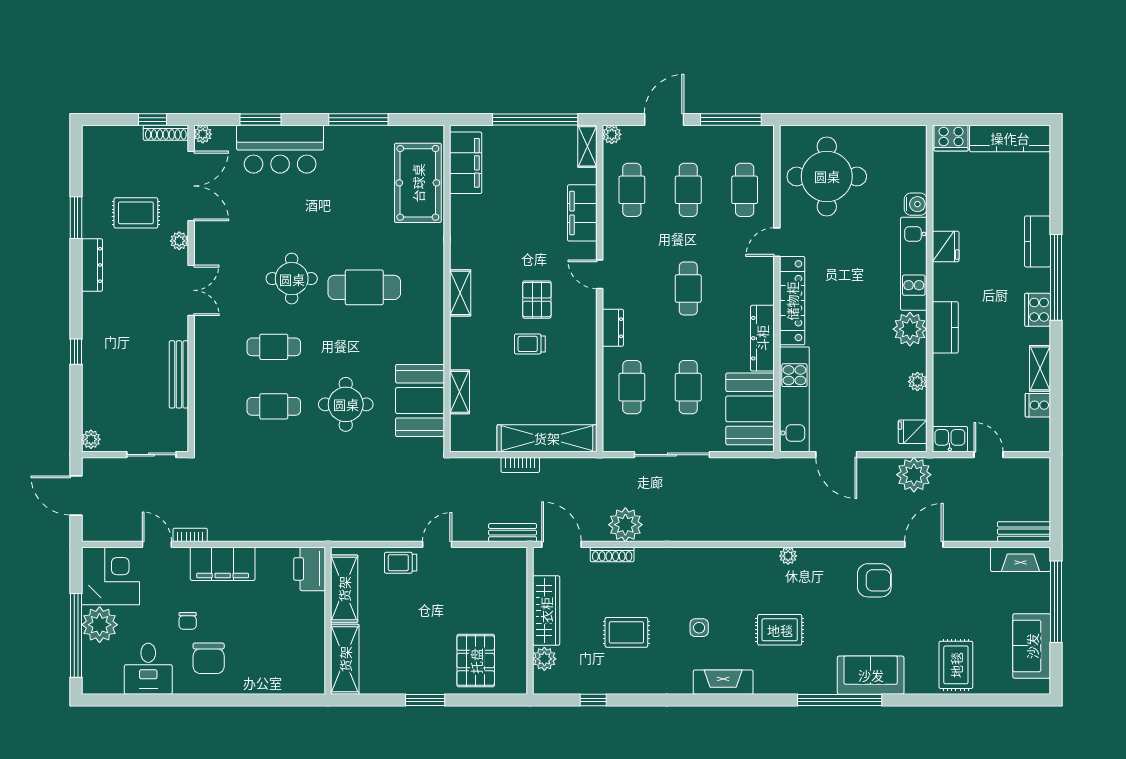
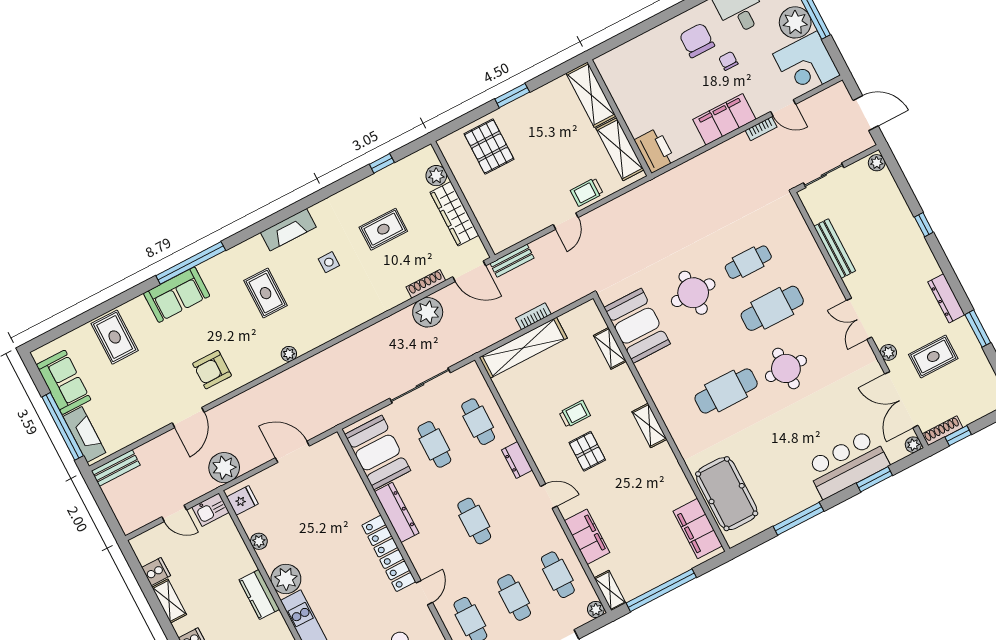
cafe table: (274, 347) -> (772, 308), width x1.37, depth x1.35
kitchen unit: (794, 399) -> (347, 478), removed
fireplace: (1021, 559) -> (84, 435), moved, turned 90
trolley: (401, 563) -> (587, 192), turned 180
rug: (780, 630) -> (266, 293), turned 90

